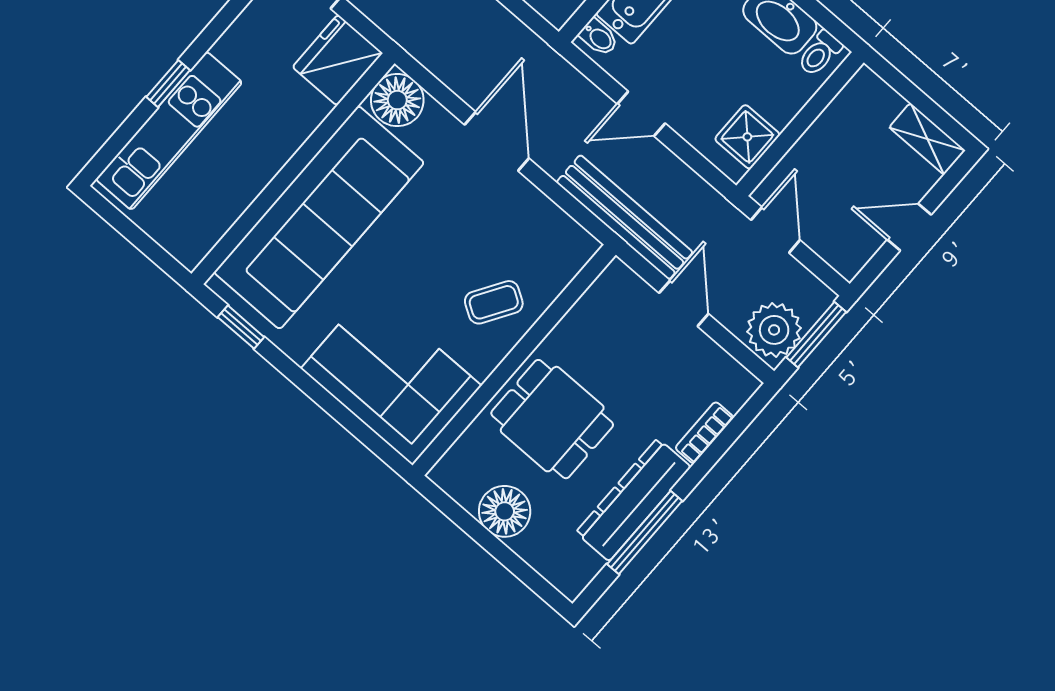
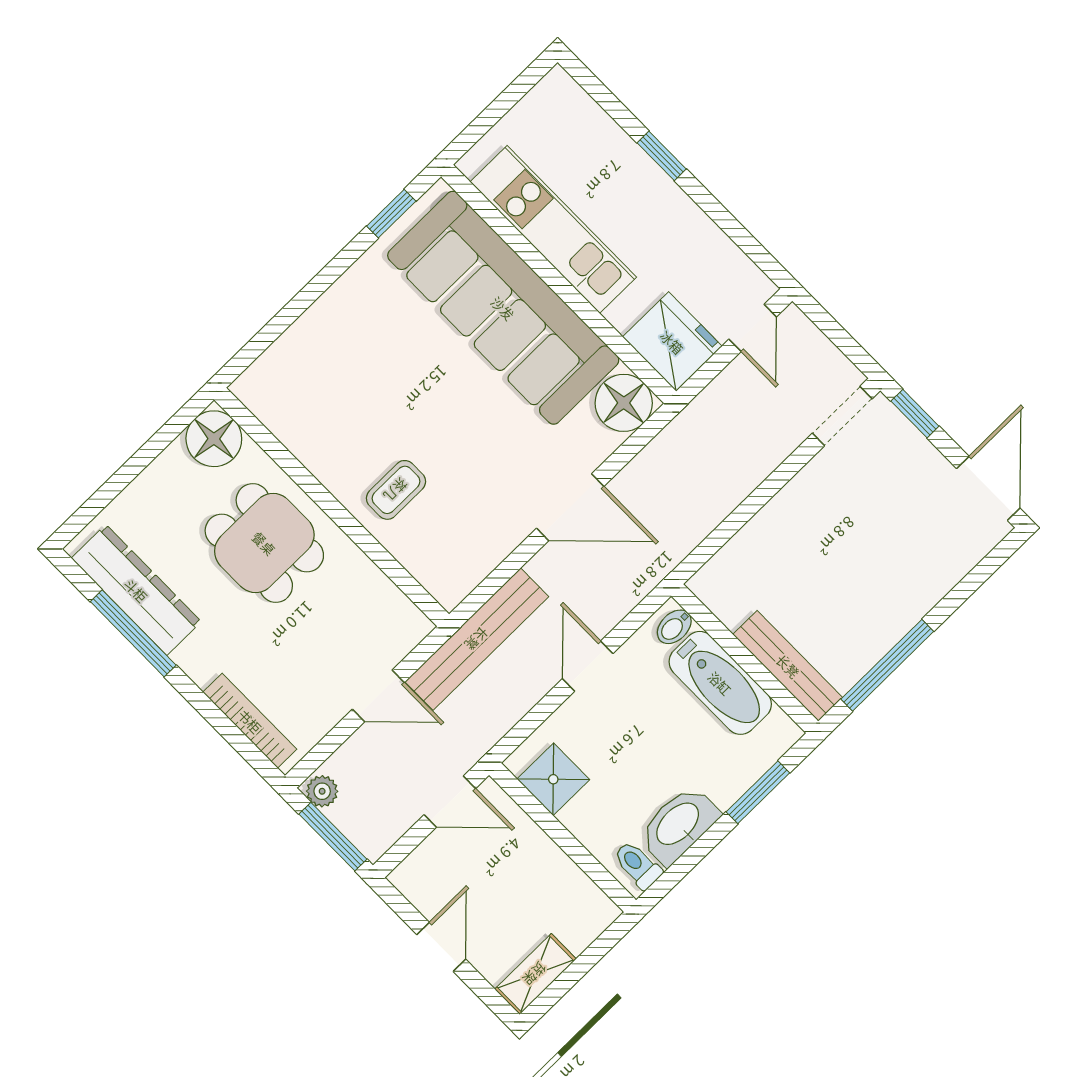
kitchen unit: (169, 131) -> (553, 229), moved, turned 180
coffee table: (494, 302) -> (396, 490), turned 58
plant: (774, 330) -> (322, 791), width x0.53, depth x0.53
corner sofa: (391, 377) -> (324, 372), removed
dining table: (552, 419) -> (264, 543), turned 90
bookcase: (704, 433) -> (250, 721), width x1.56
dresser: (633, 500) -> (136, 590), moved
floor lamp: (505, 511) -> (214, 439), moved

